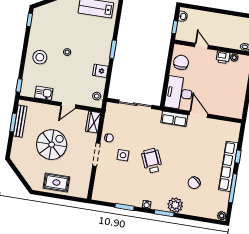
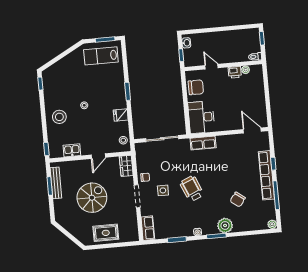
chair: (181, 62) -> (196, 87), turned 90
door: (199, 114) -> (252, 130), moved
row of seats: (99, 188) -> (148, 228), added

